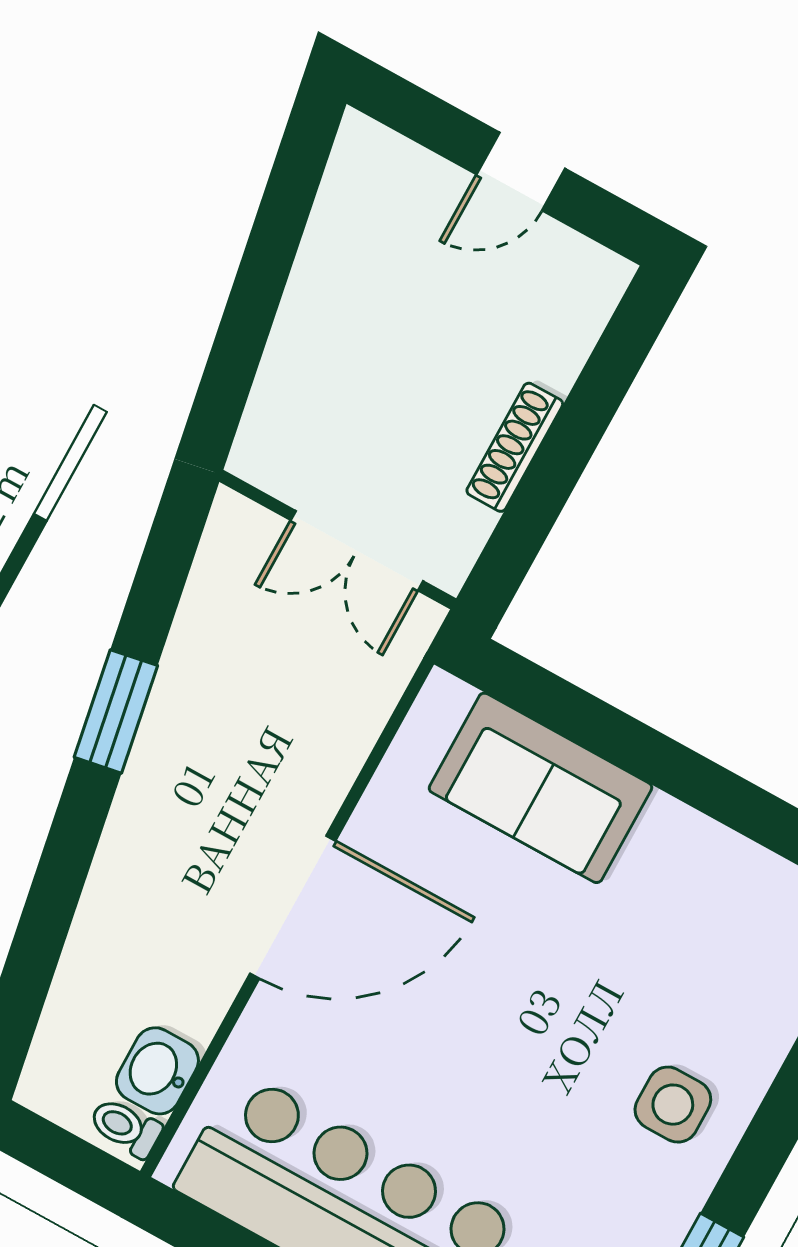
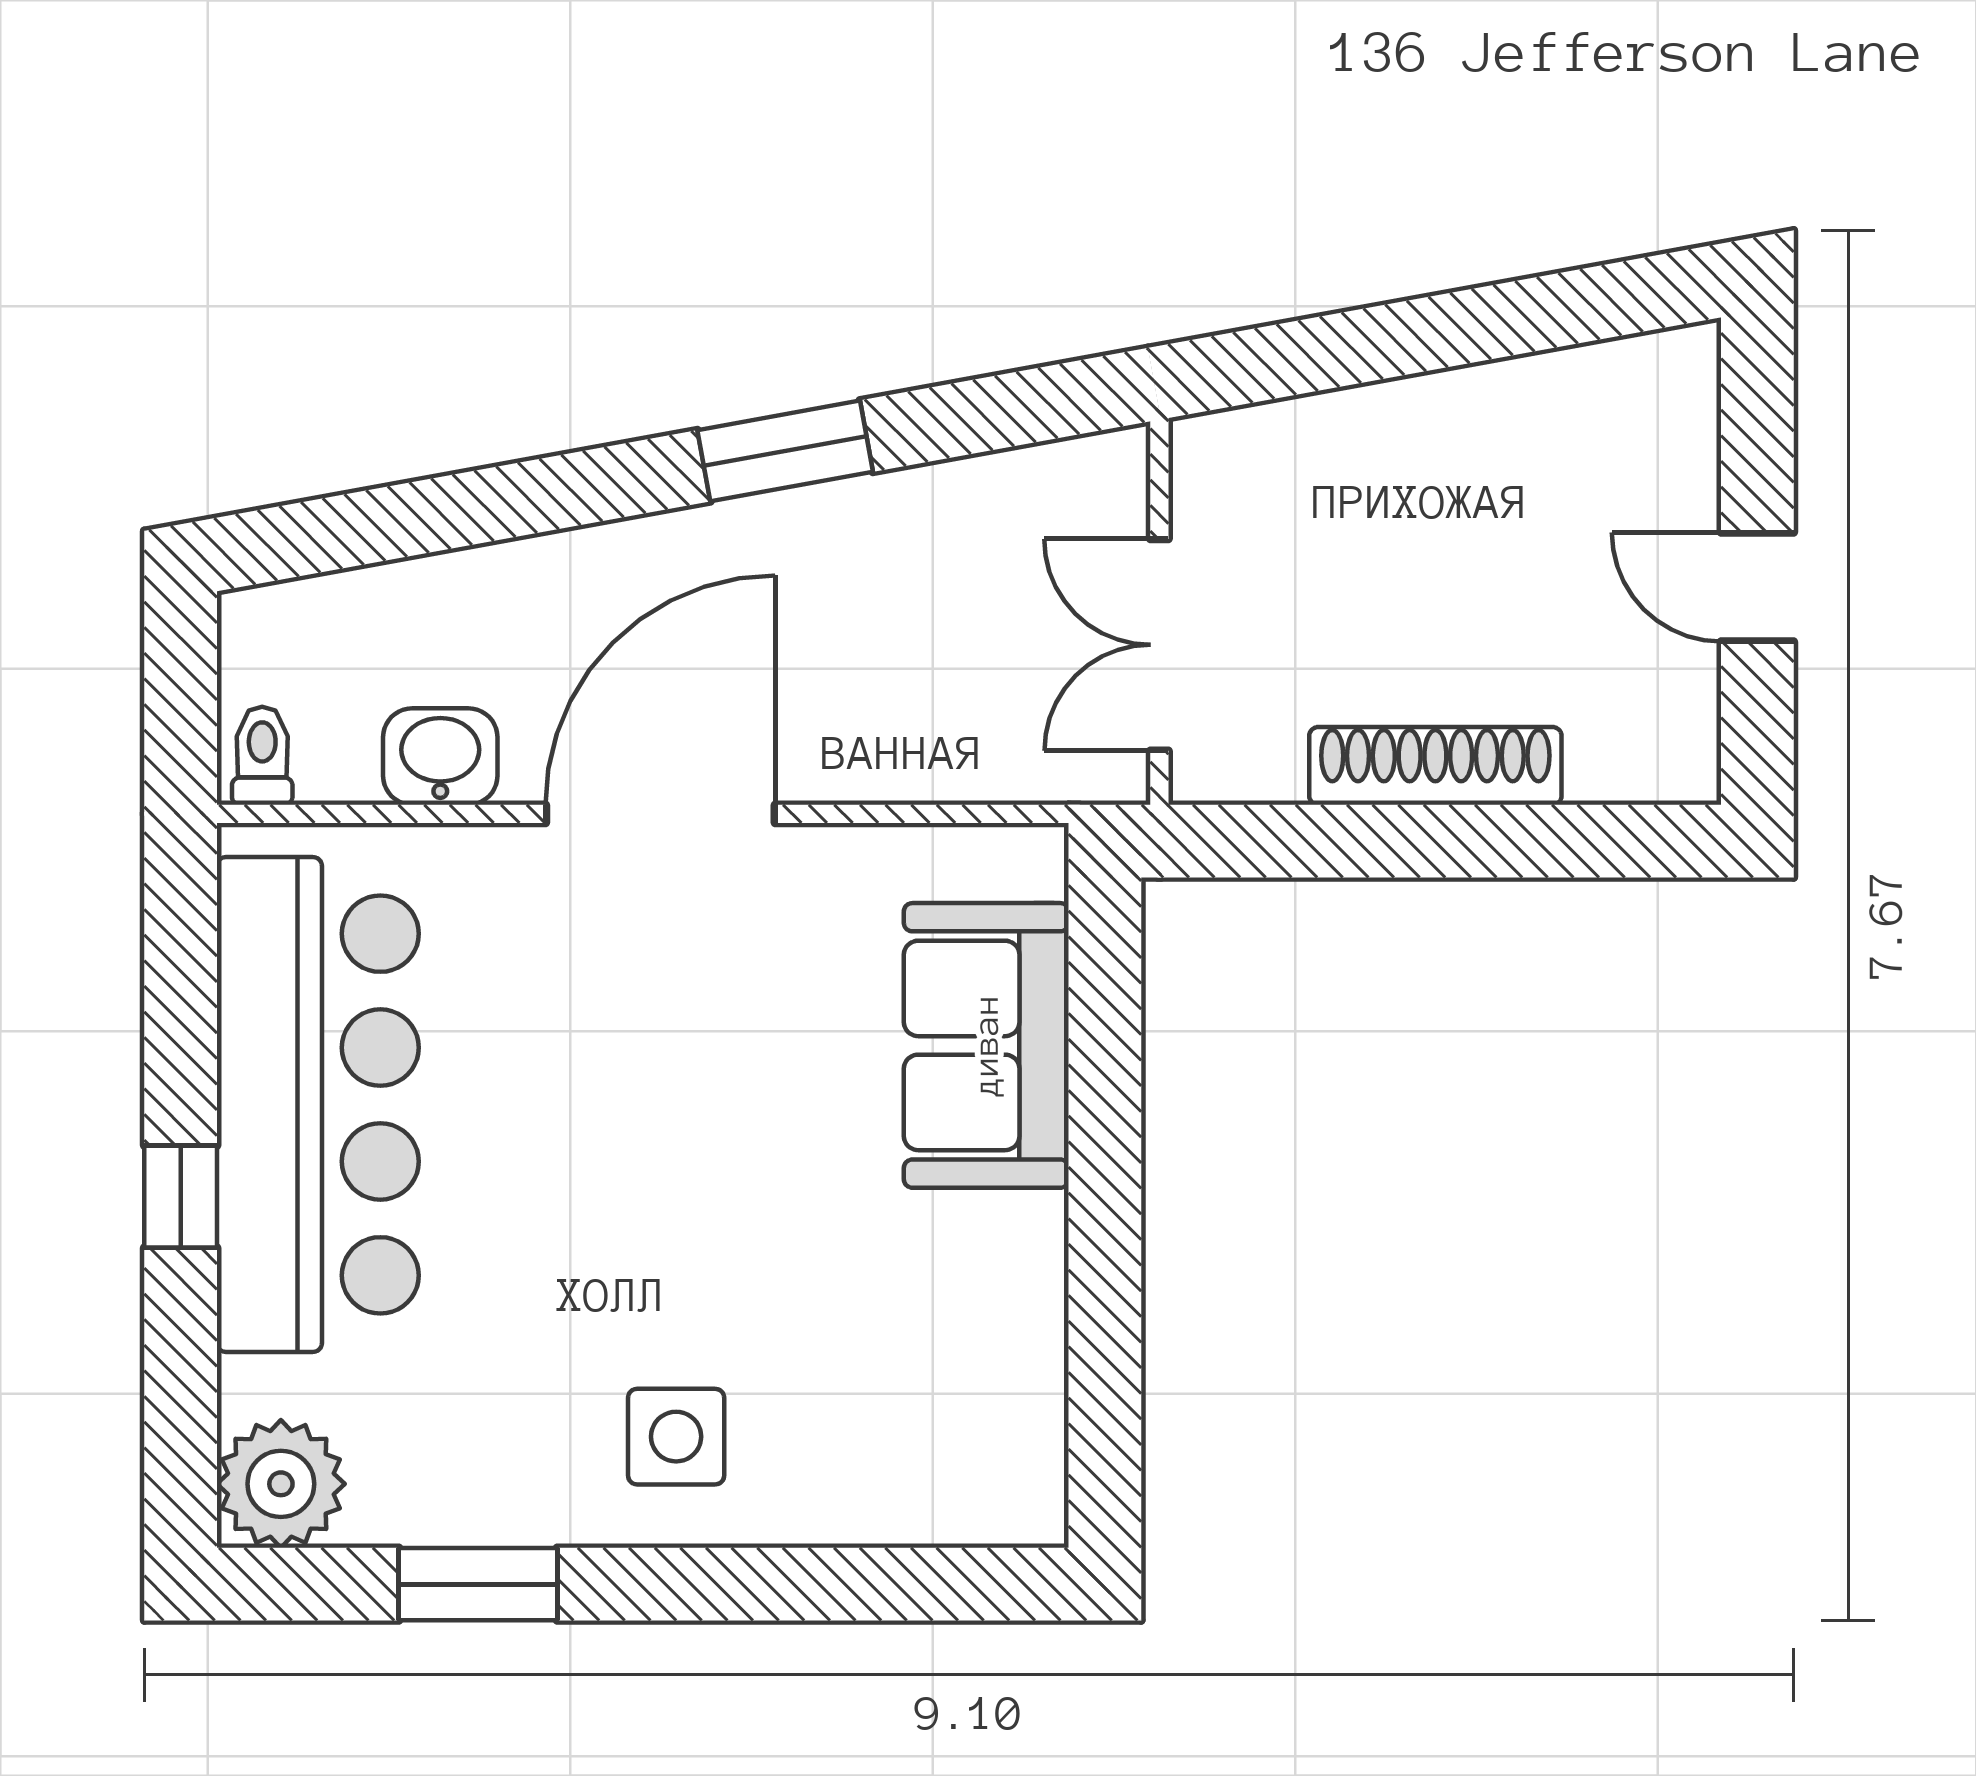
shoe rack: (515, 447) -> (1435, 766), width x1.36, depth x1.24
door: (293, 907) -> (660, 814), swing flipped
washbasin: (157, 1071) -> (440, 757), moved

